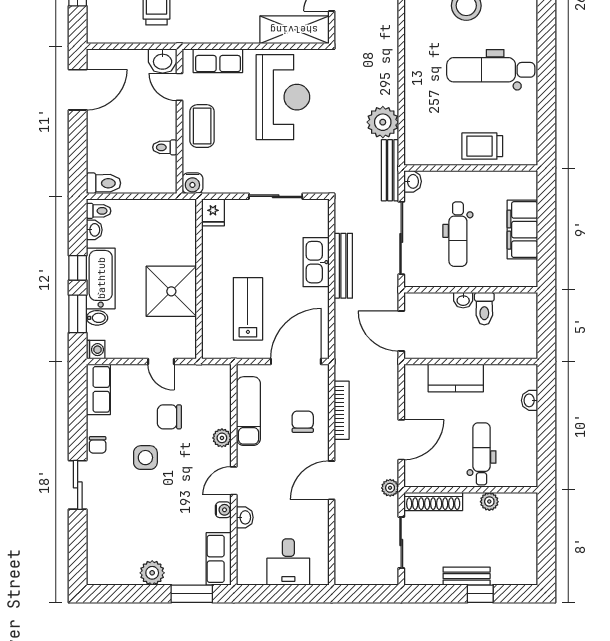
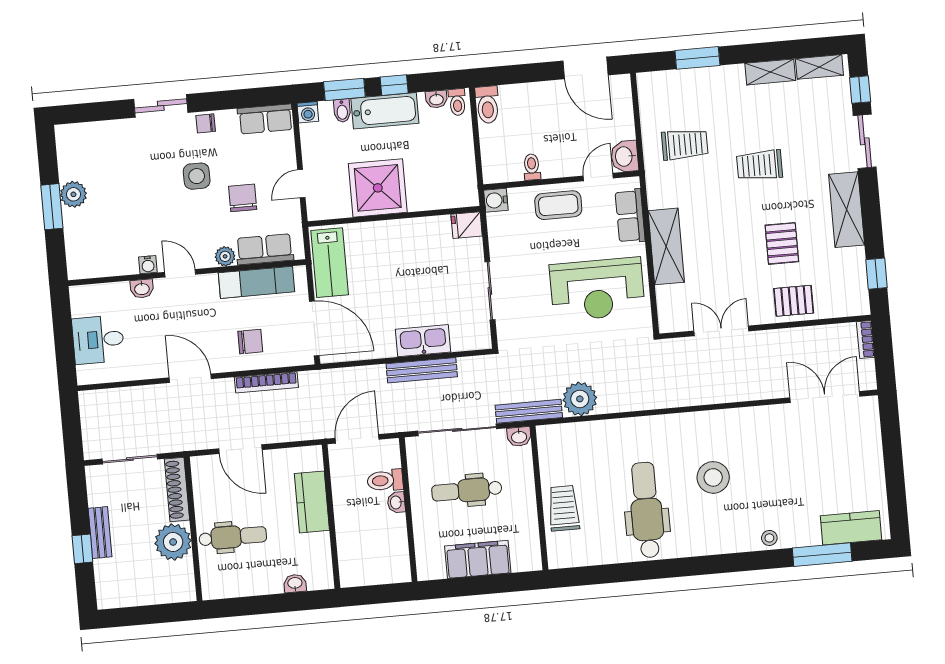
shelving: (294, 30) -> (666, 246), moved
lab bench: (248, 309) -> (330, 263), moved, turned 90
toilet: (484, 309) -> (385, 480), moved
plant: (390, 488) -> (188, 442), removed
plant: (489, 502) -> (173, 542), width x1.88, depth x1.88
row of seats: (219, 559) -> (265, 249), moved
window: (192, 594) -> (52, 207), moved

